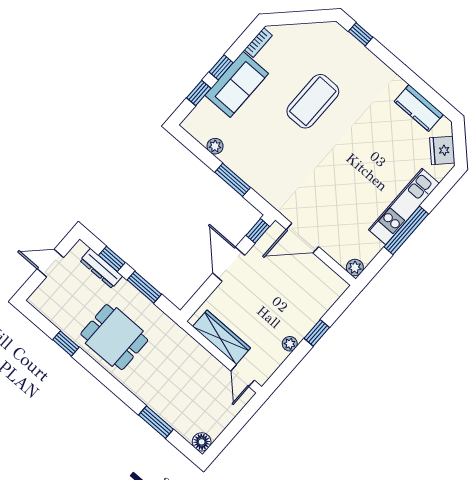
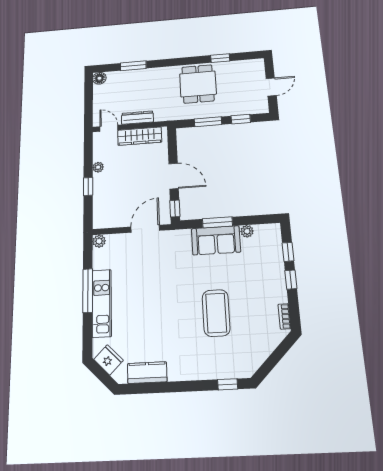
sofa: (237, 84) -> (216, 240), moved, turned -90
dresser: (101, 268) -> (137, 118), moved
dining table: (114, 337) -> (198, 84), turned 90

